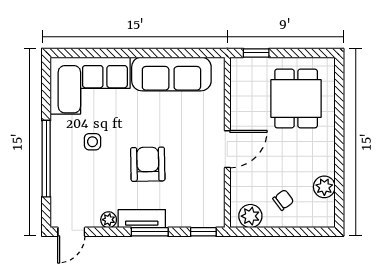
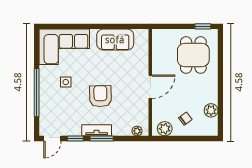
window: (256, 53) -> (203, 26), moved
sofa: (171, 74) -> (115, 40), width x0.73
plant: (109, 220) -> (137, 131), moved
window: (203, 232) -> (75, 139), moved

